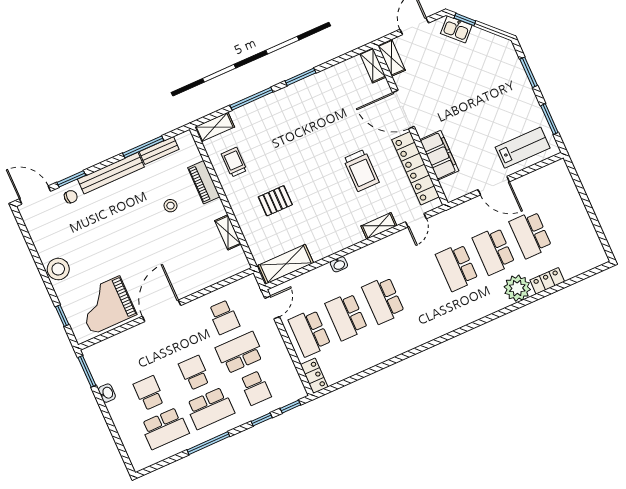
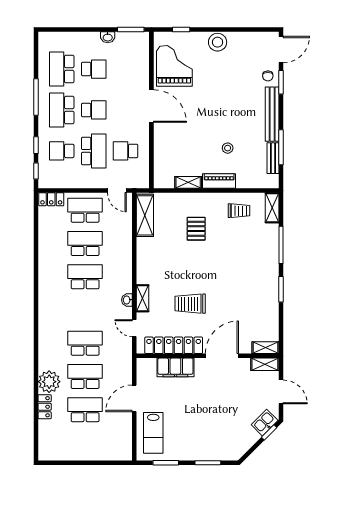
piano: (204, 182) -> (219, 181), moved
washbasin: (339, 264) -> (127, 300), moved

